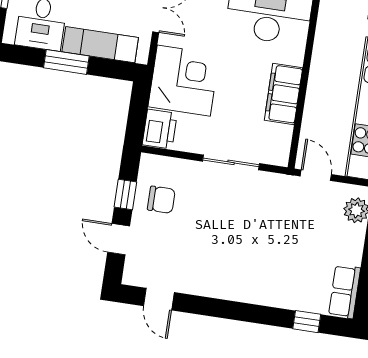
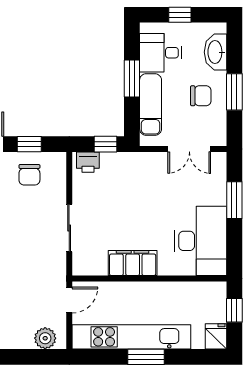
corner desk: (184, 81) -> (131, 178), removed
window: (139, 105) -> (105, 144), added
printer: (160, 129) -> (88, 162), width x0.73, depth x0.81

